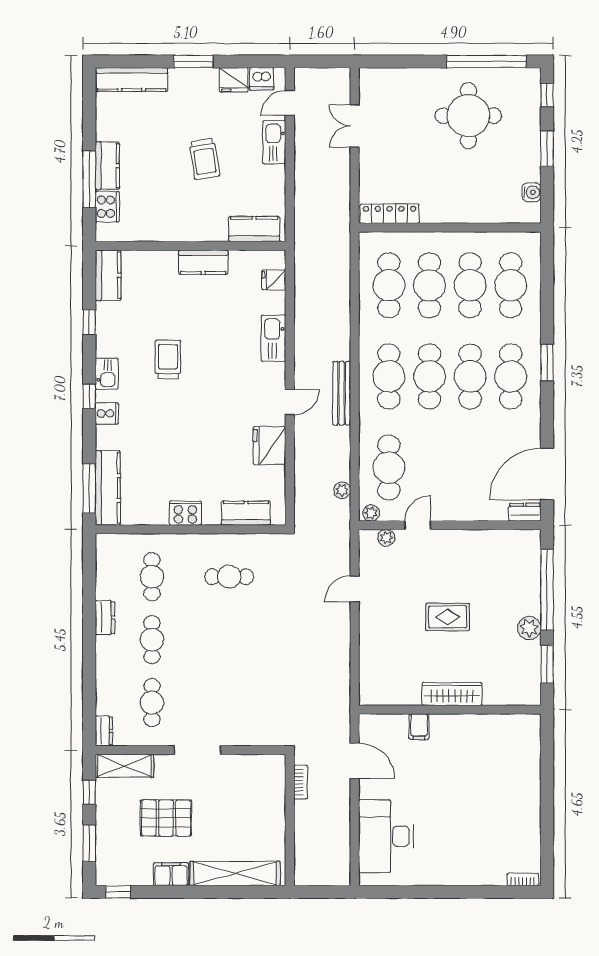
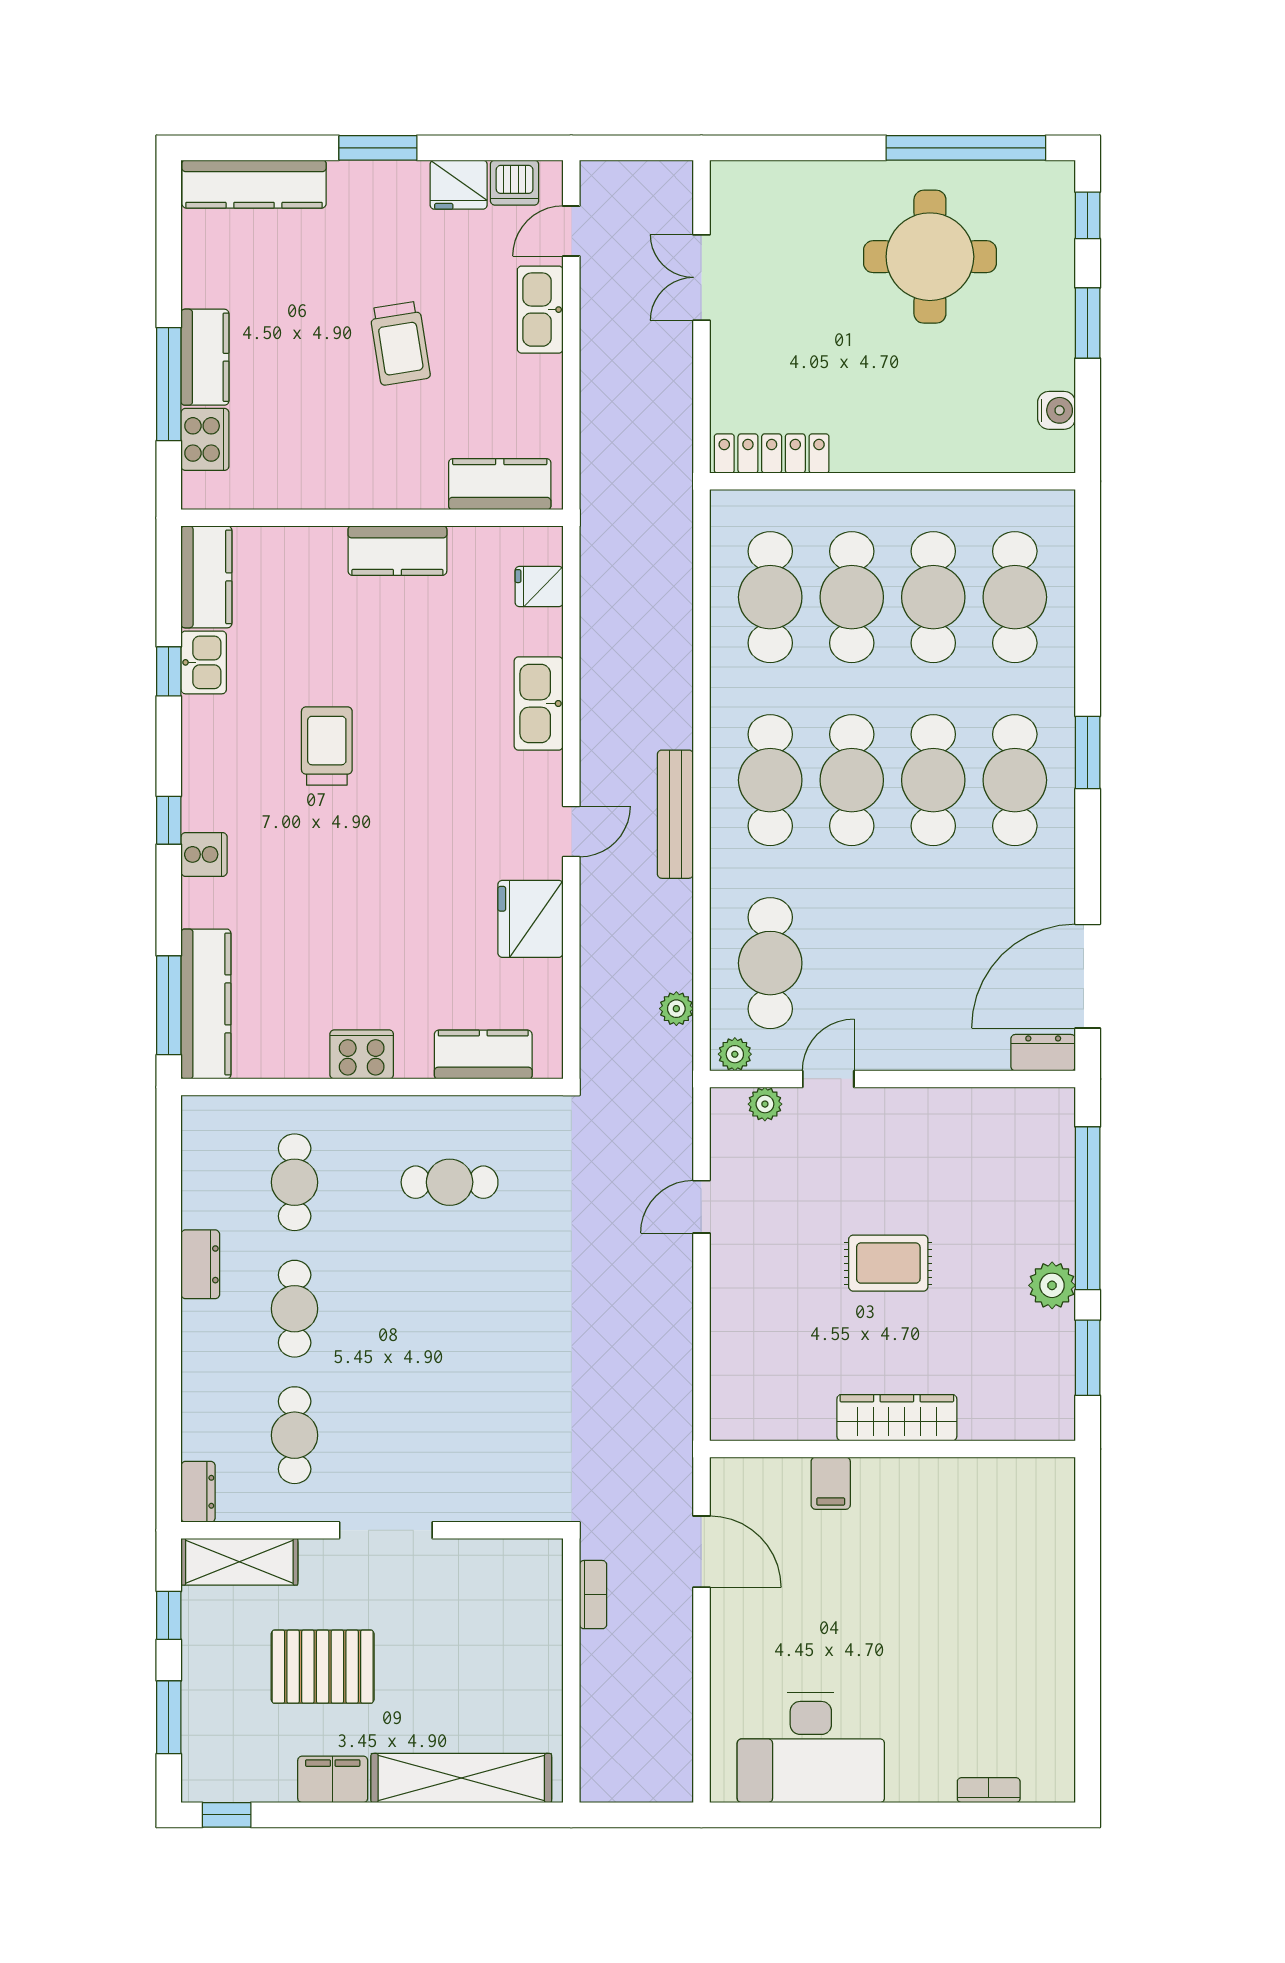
kitchen sink: (107, 374) -> (204, 662), moved
desk: (386, 836) -> (811, 1748), moved, turned -90
bookcase: (523, 879) -> (989, 1790), moved

